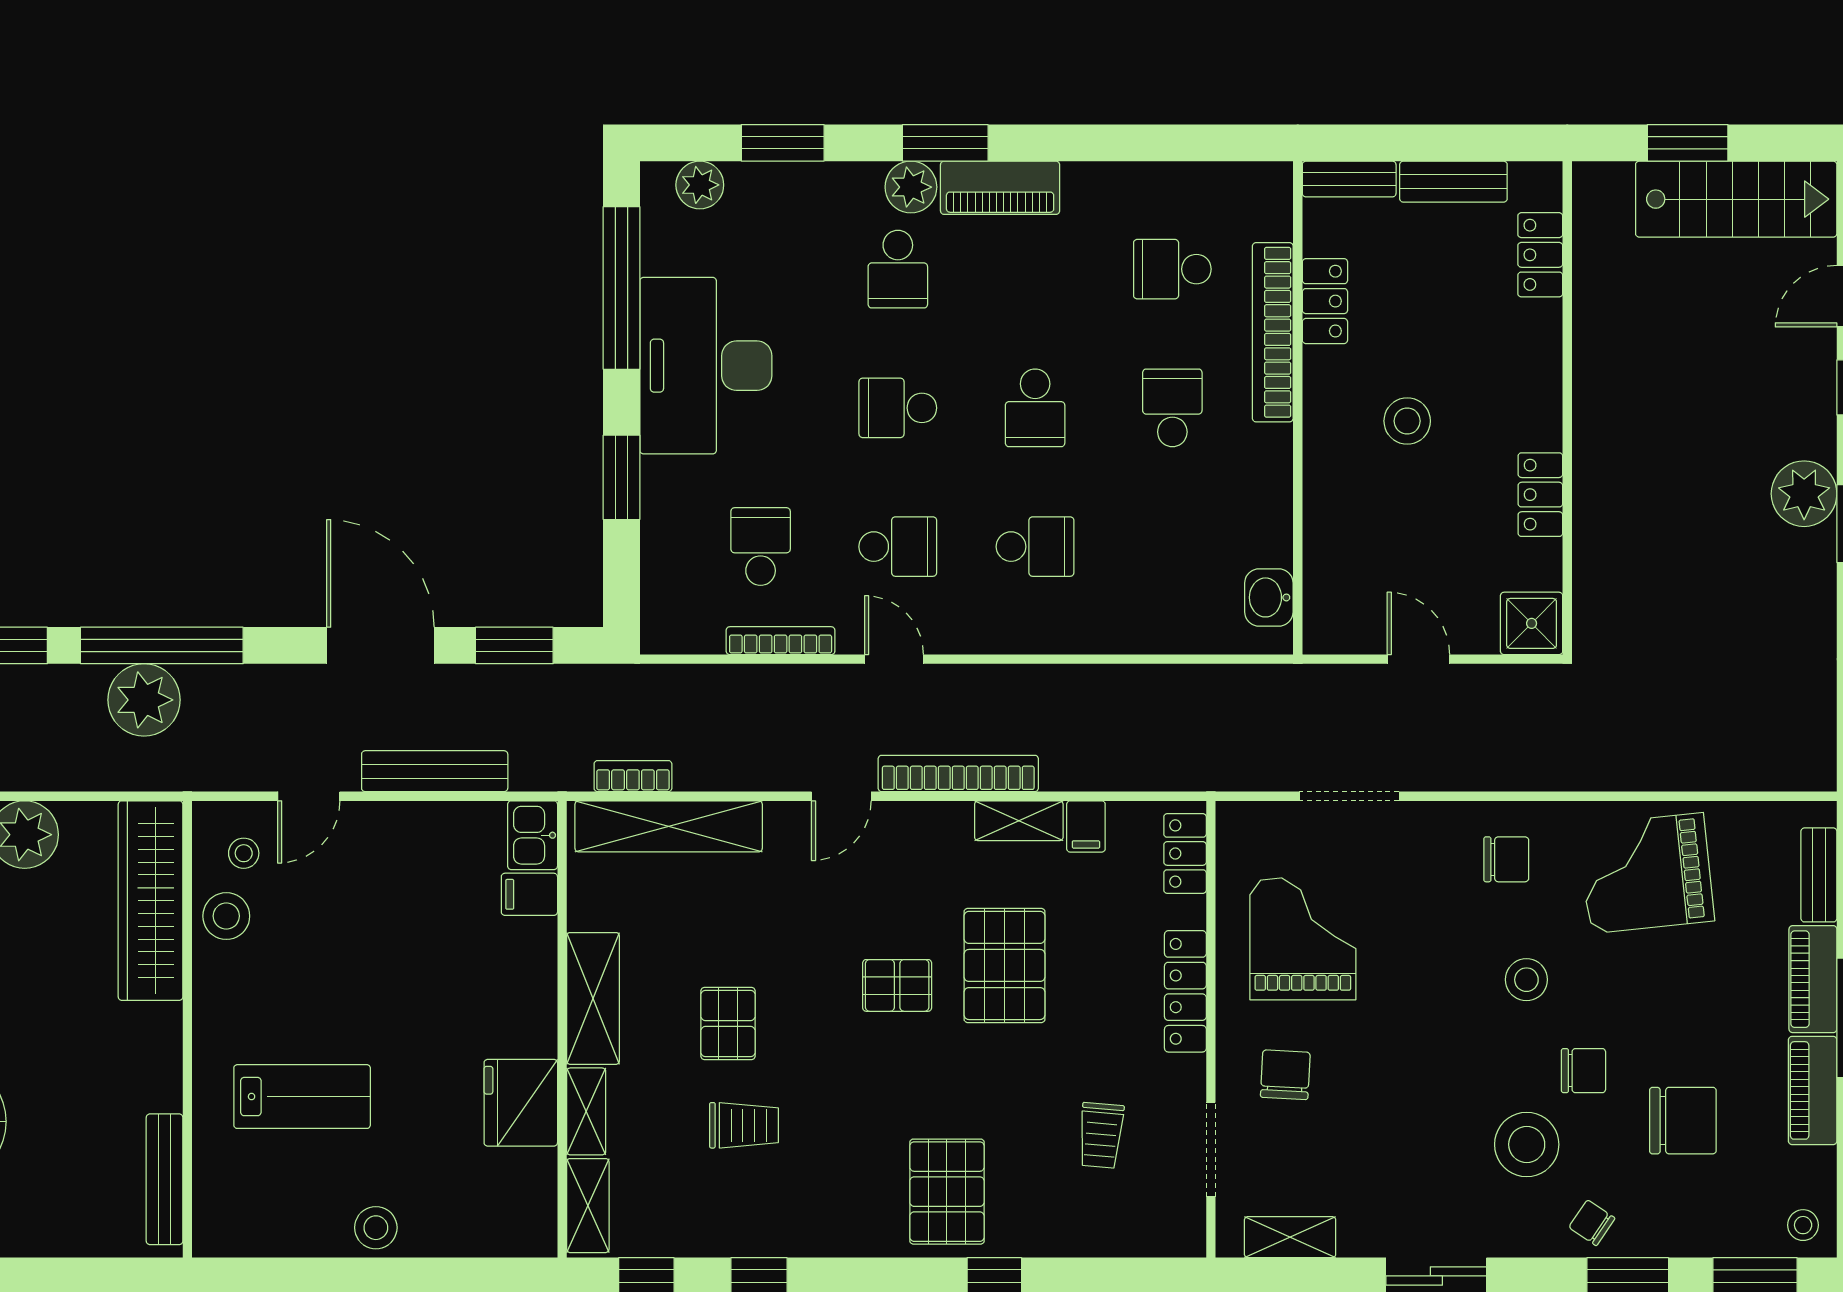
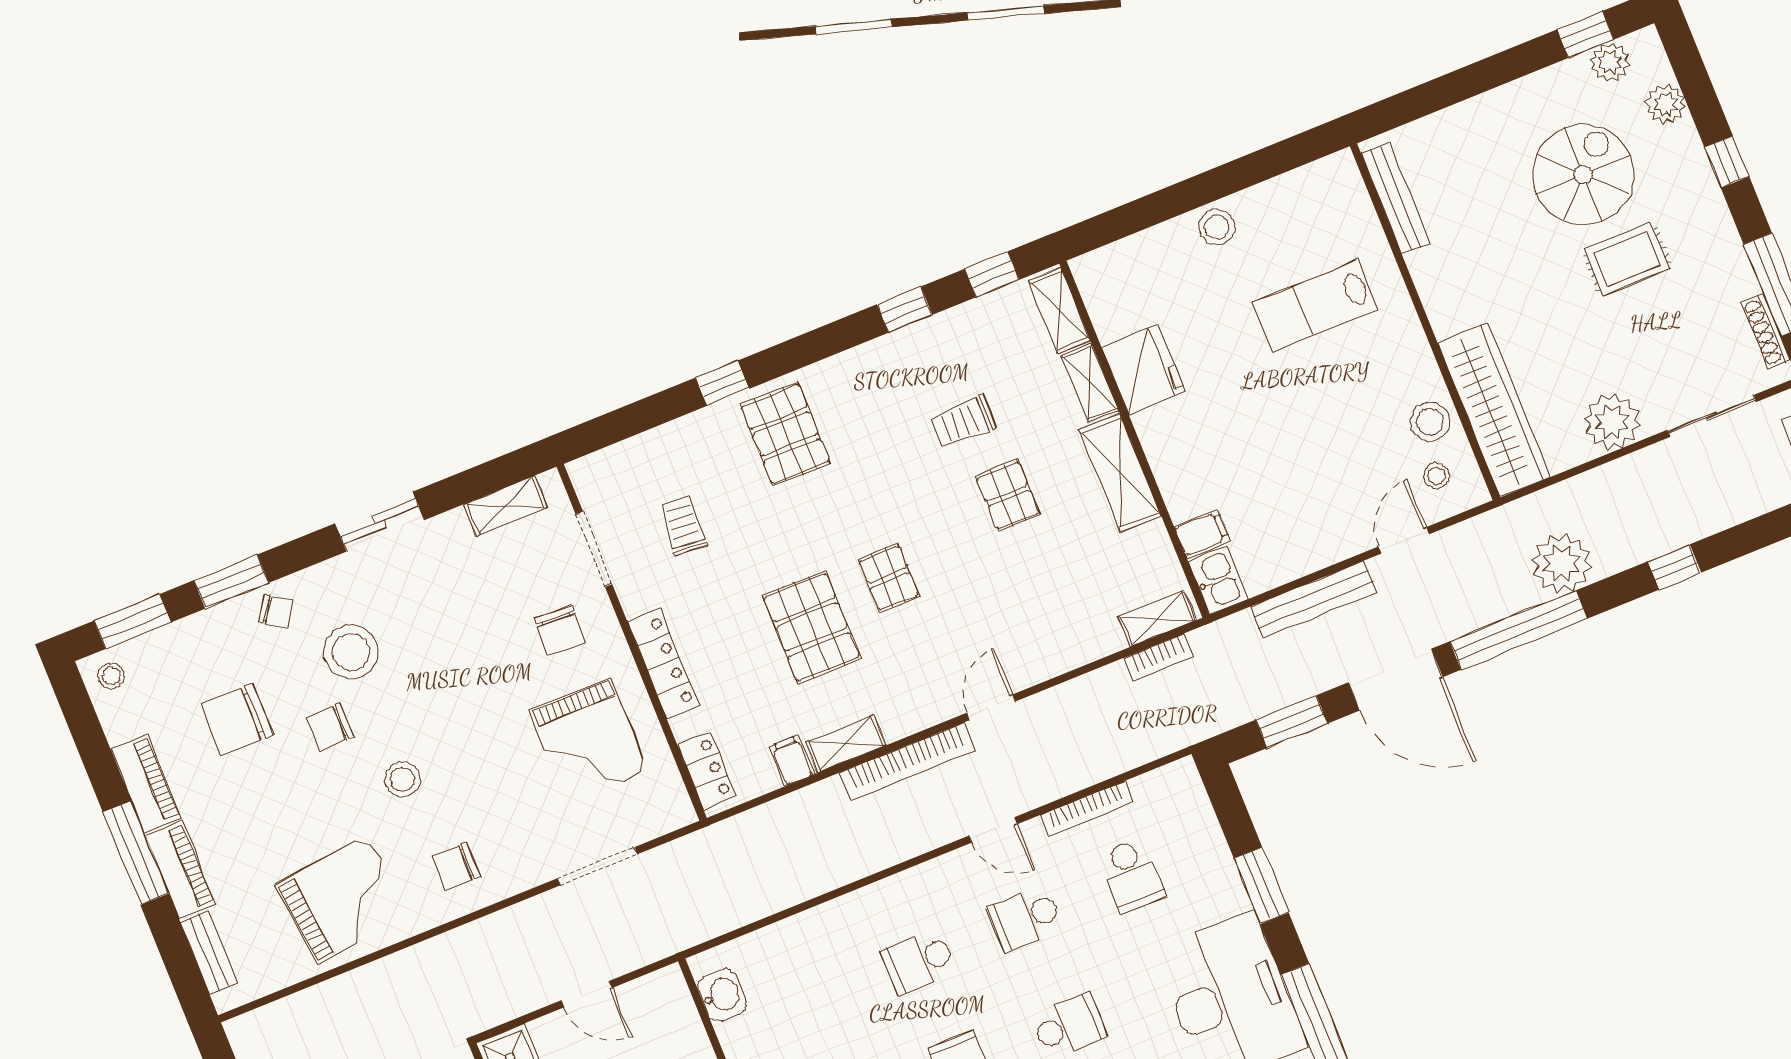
window: (162, 645) -> (1519, 630), moved
shelving: (669, 826) -> (1157, 619), width x0.45, depth x0.75
pallet: (897, 985) -> (889, 578), turned 90

